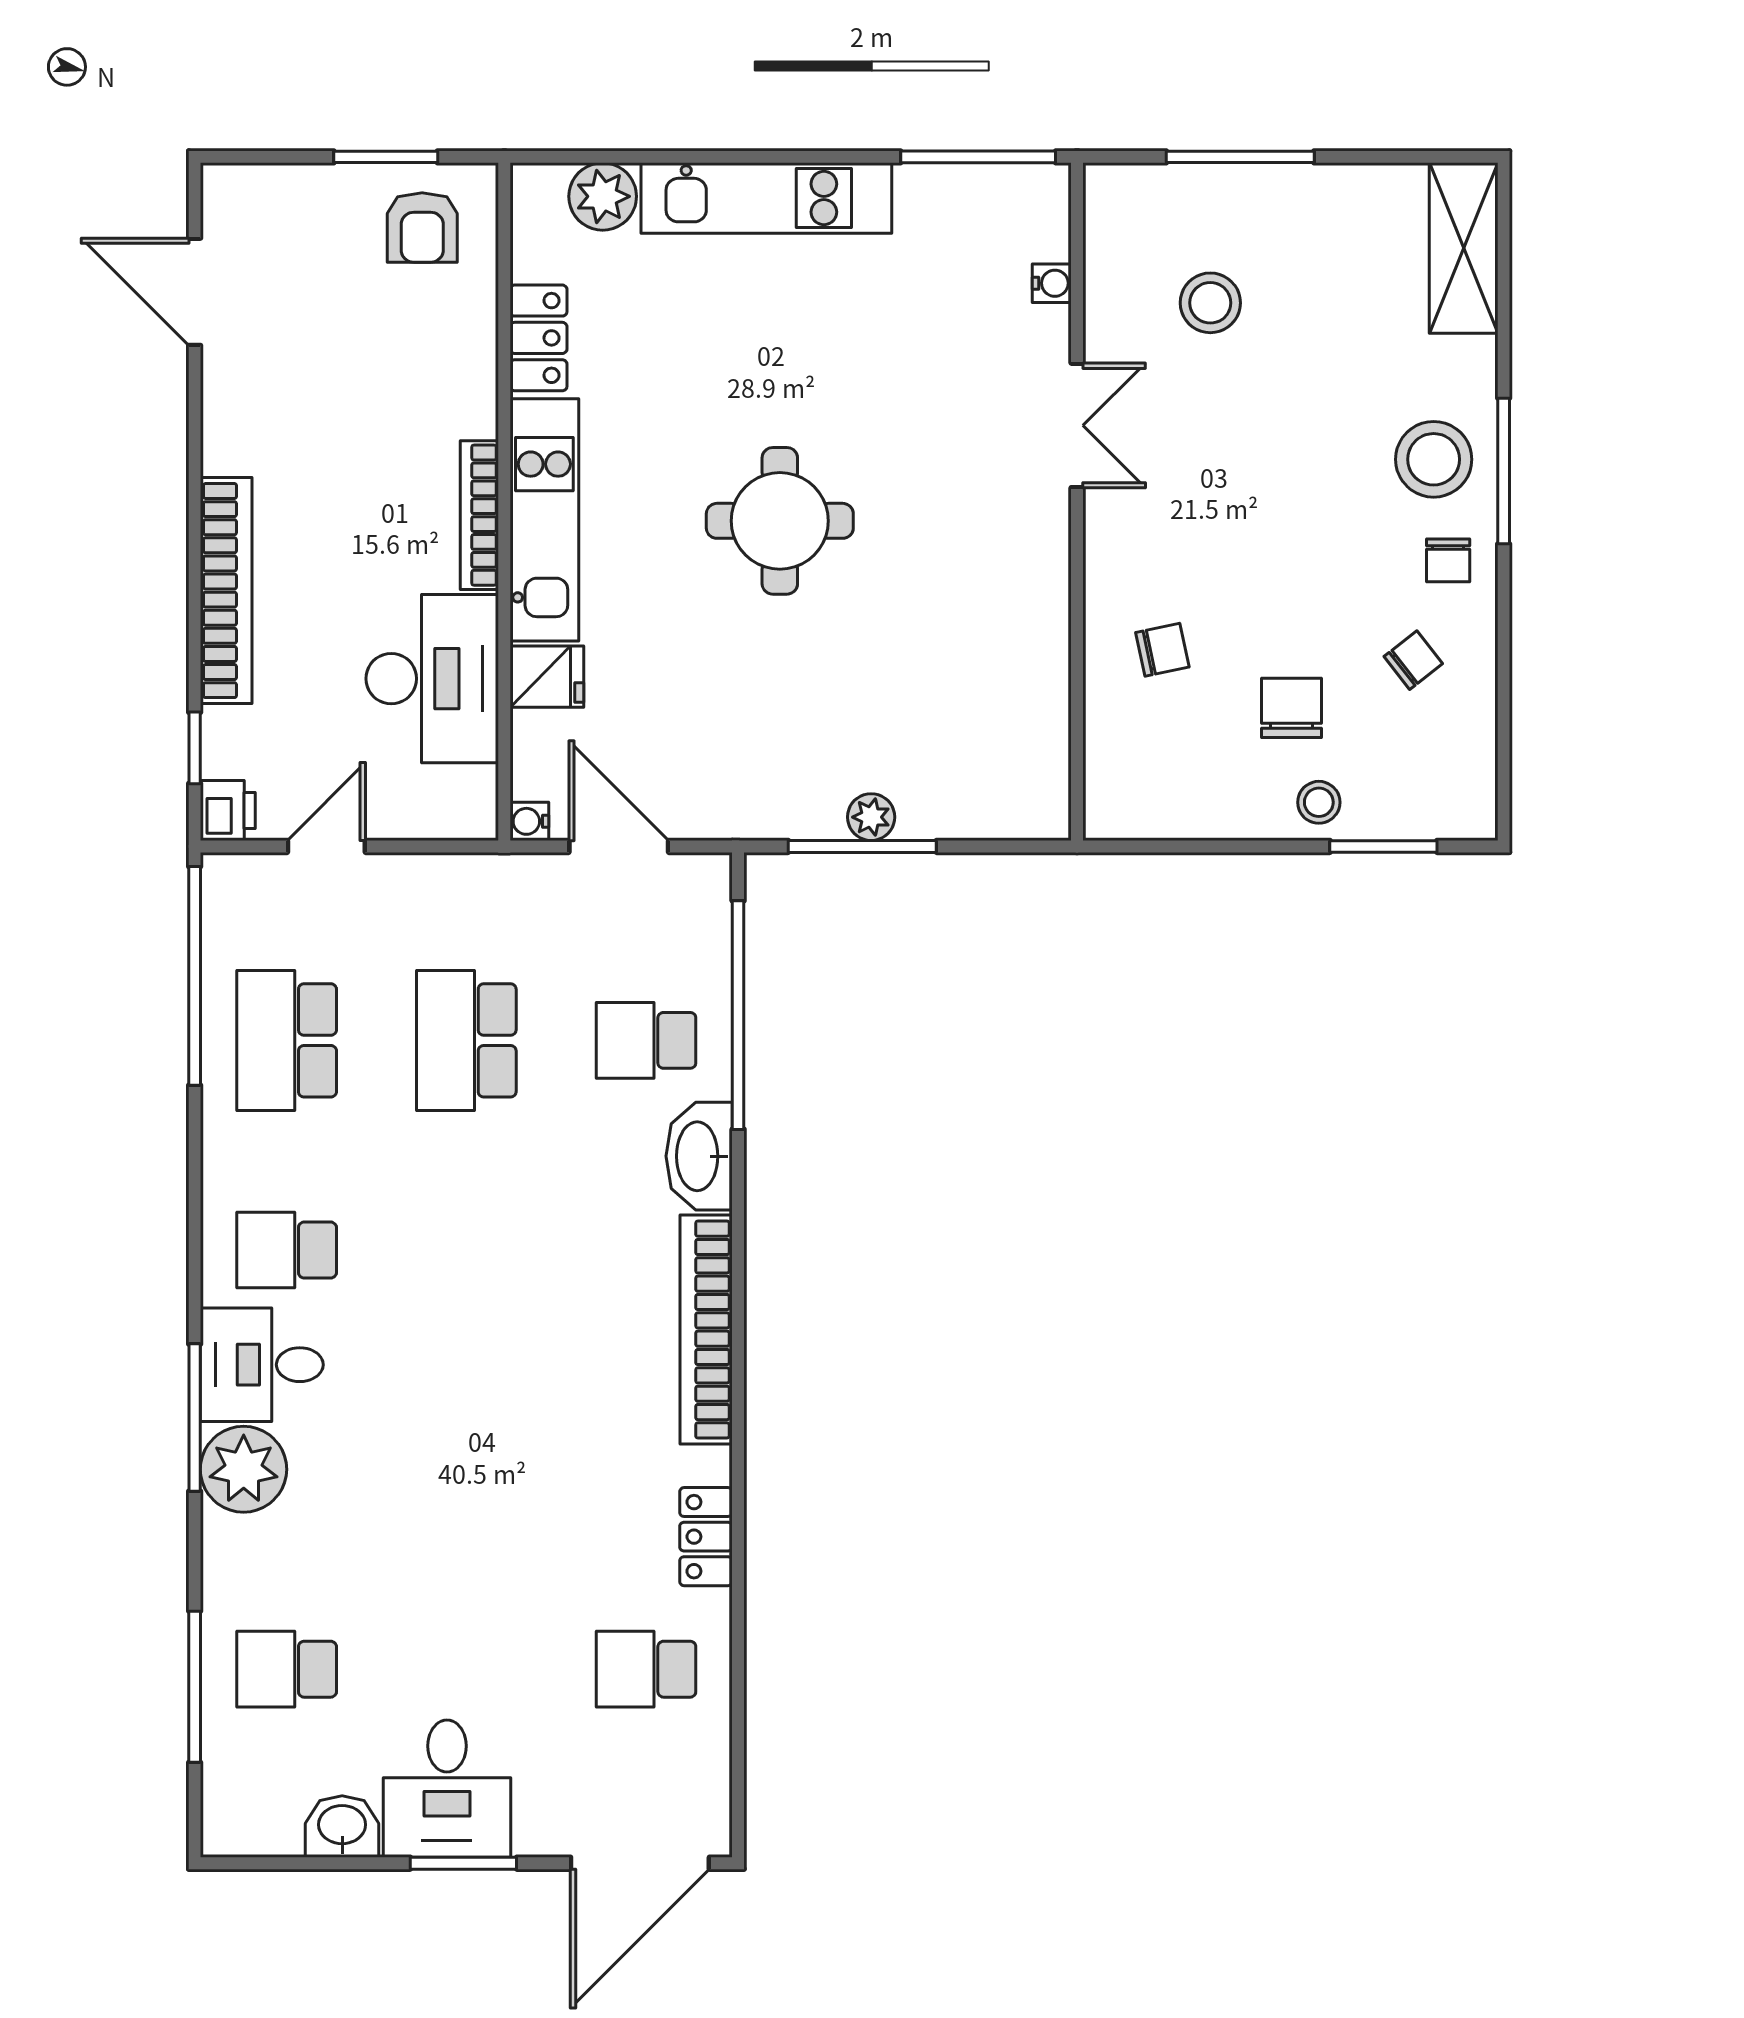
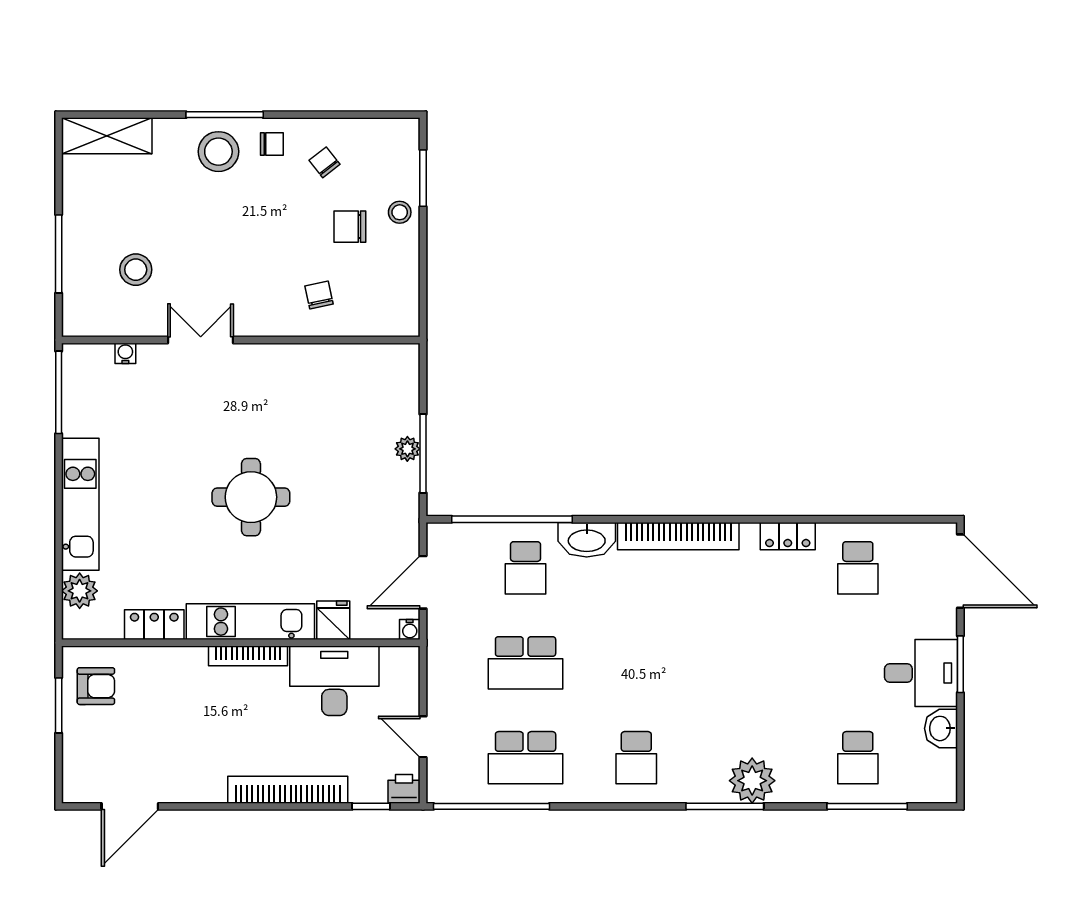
desk: (262, 1365) -> (697, 771), removed

